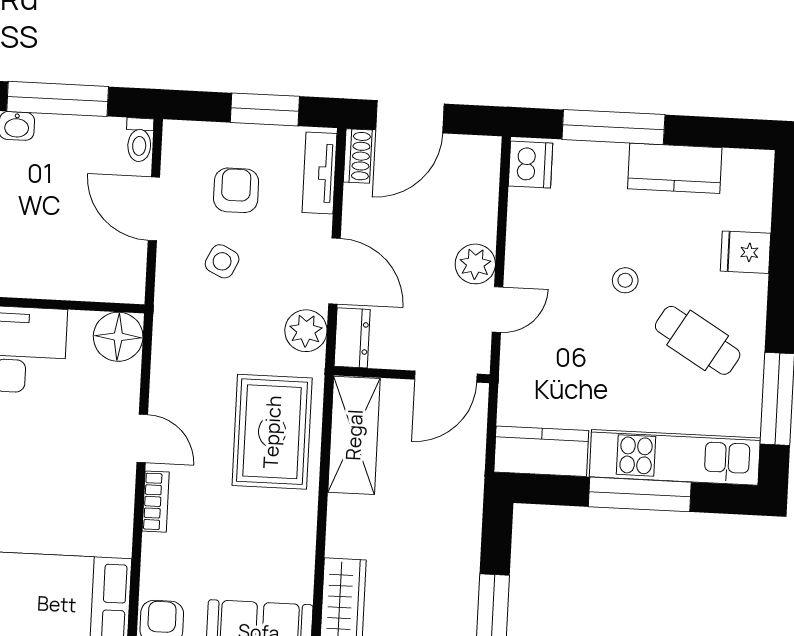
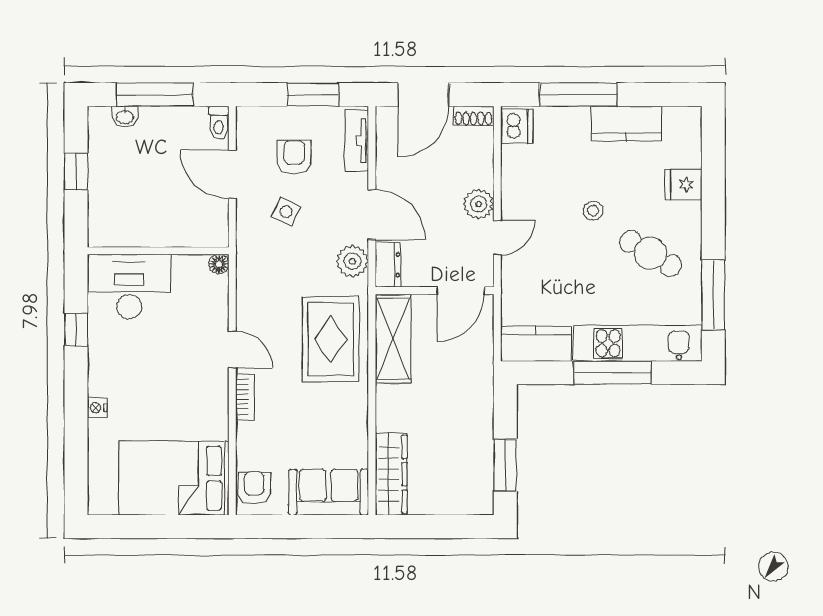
shoe rack: (358, 156) -> (473, 116), moved, turned 90
floor lamp: (118, 337) -> (219, 264), width x0.53, depth x0.53

